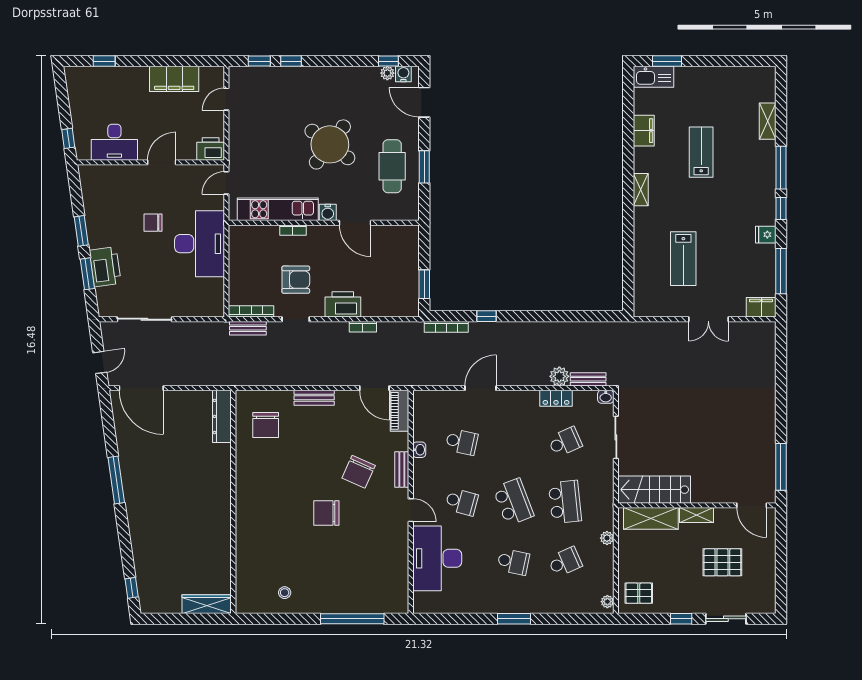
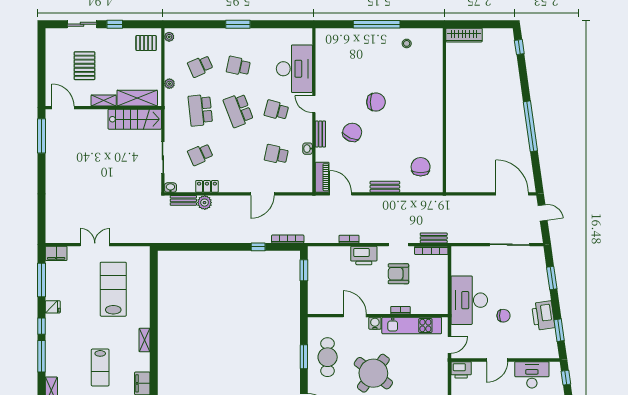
window: (81, 231) -> (559, 330), moved
lab bench: (683, 259) -> (113, 289), width x1.36, depth x1.39
printer: (105, 267) -> (543, 315), moved
door: (100, 362) -> (543, 213), swing flipped
dresser: (222, 416) -> (453, 173), removed
window: (116, 480) -> (530, 126), width x1.46
pallet: (722, 562) -> (85, 66), turned 90
window: (352, 619) -> (377, 24), moved

